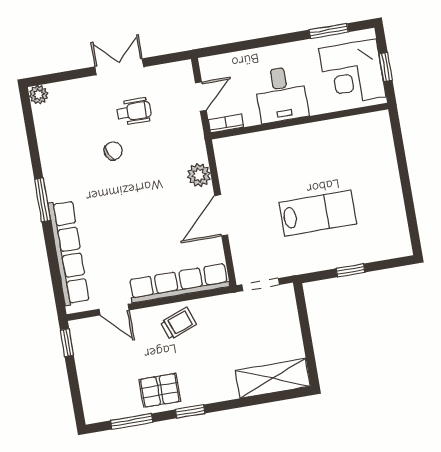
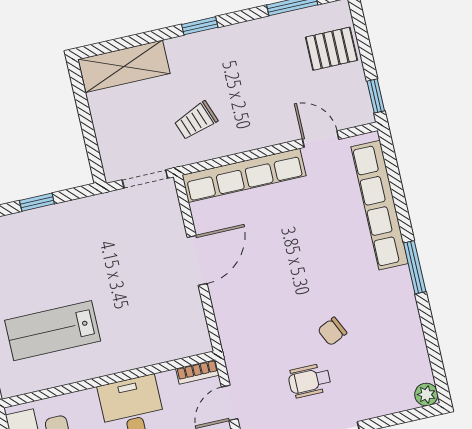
plant: (199, 175) -> (227, 308), removed
lab bench: (318, 213) -> (53, 331), moved
trolley: (178, 323) -> (196, 121), moved
pallet: (160, 390) -> (331, 49), moved
window: (190, 411) -> (200, 26), moved

